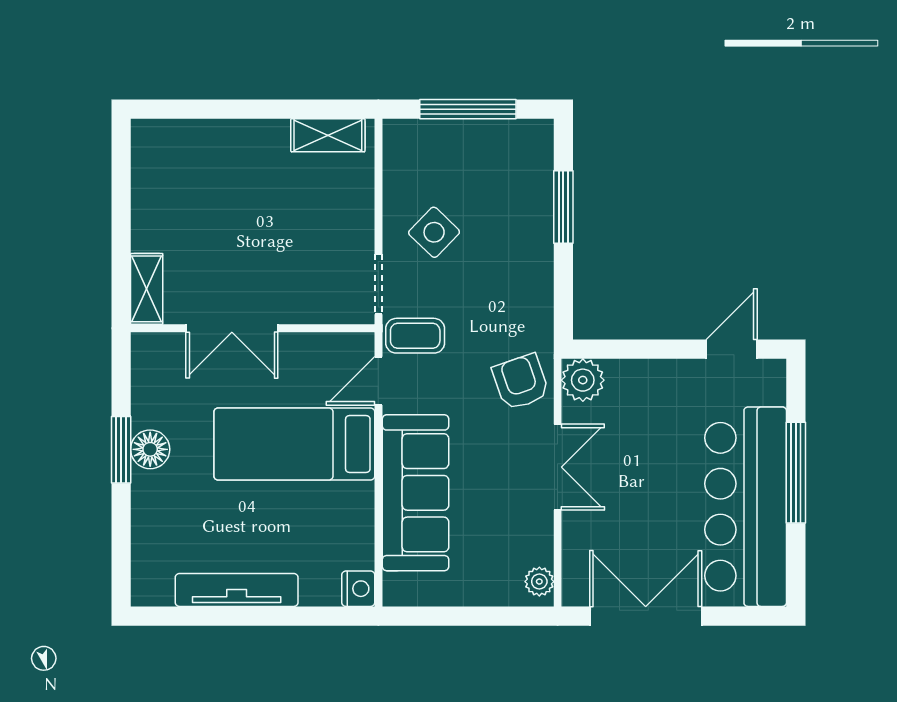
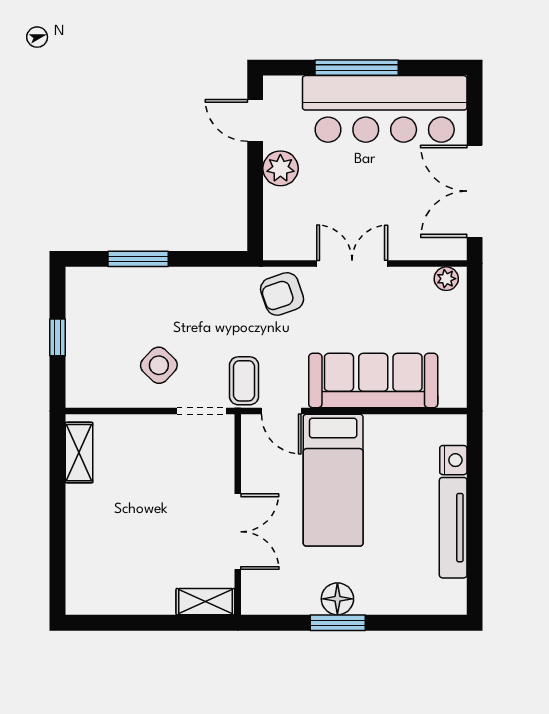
window: (468, 109) -> (58, 337), width x0.46
plant: (583, 380) -> (280, 168), moved
nightstand: (358, 589) -> (453, 460), moved, turned 90

